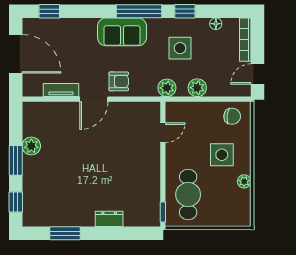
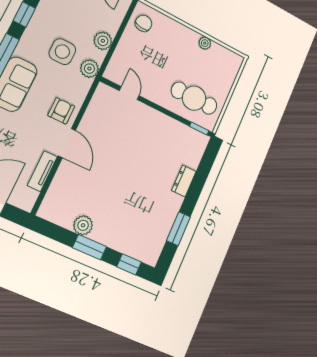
side table: (180, 48) -> (62, 52), moved
side table: (222, 155) -> (173, 50), removed

